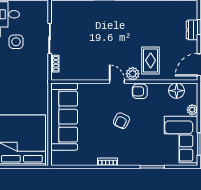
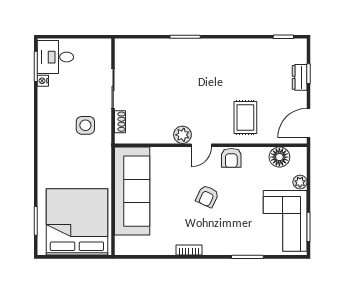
side table: (16, 42) -> (85, 125), moved
plant: (133, 74) -> (182, 135), moved
door: (117, 82) -> (201, 145), swing flipped
armchair: (140, 91) -> (231, 158), turned -90

